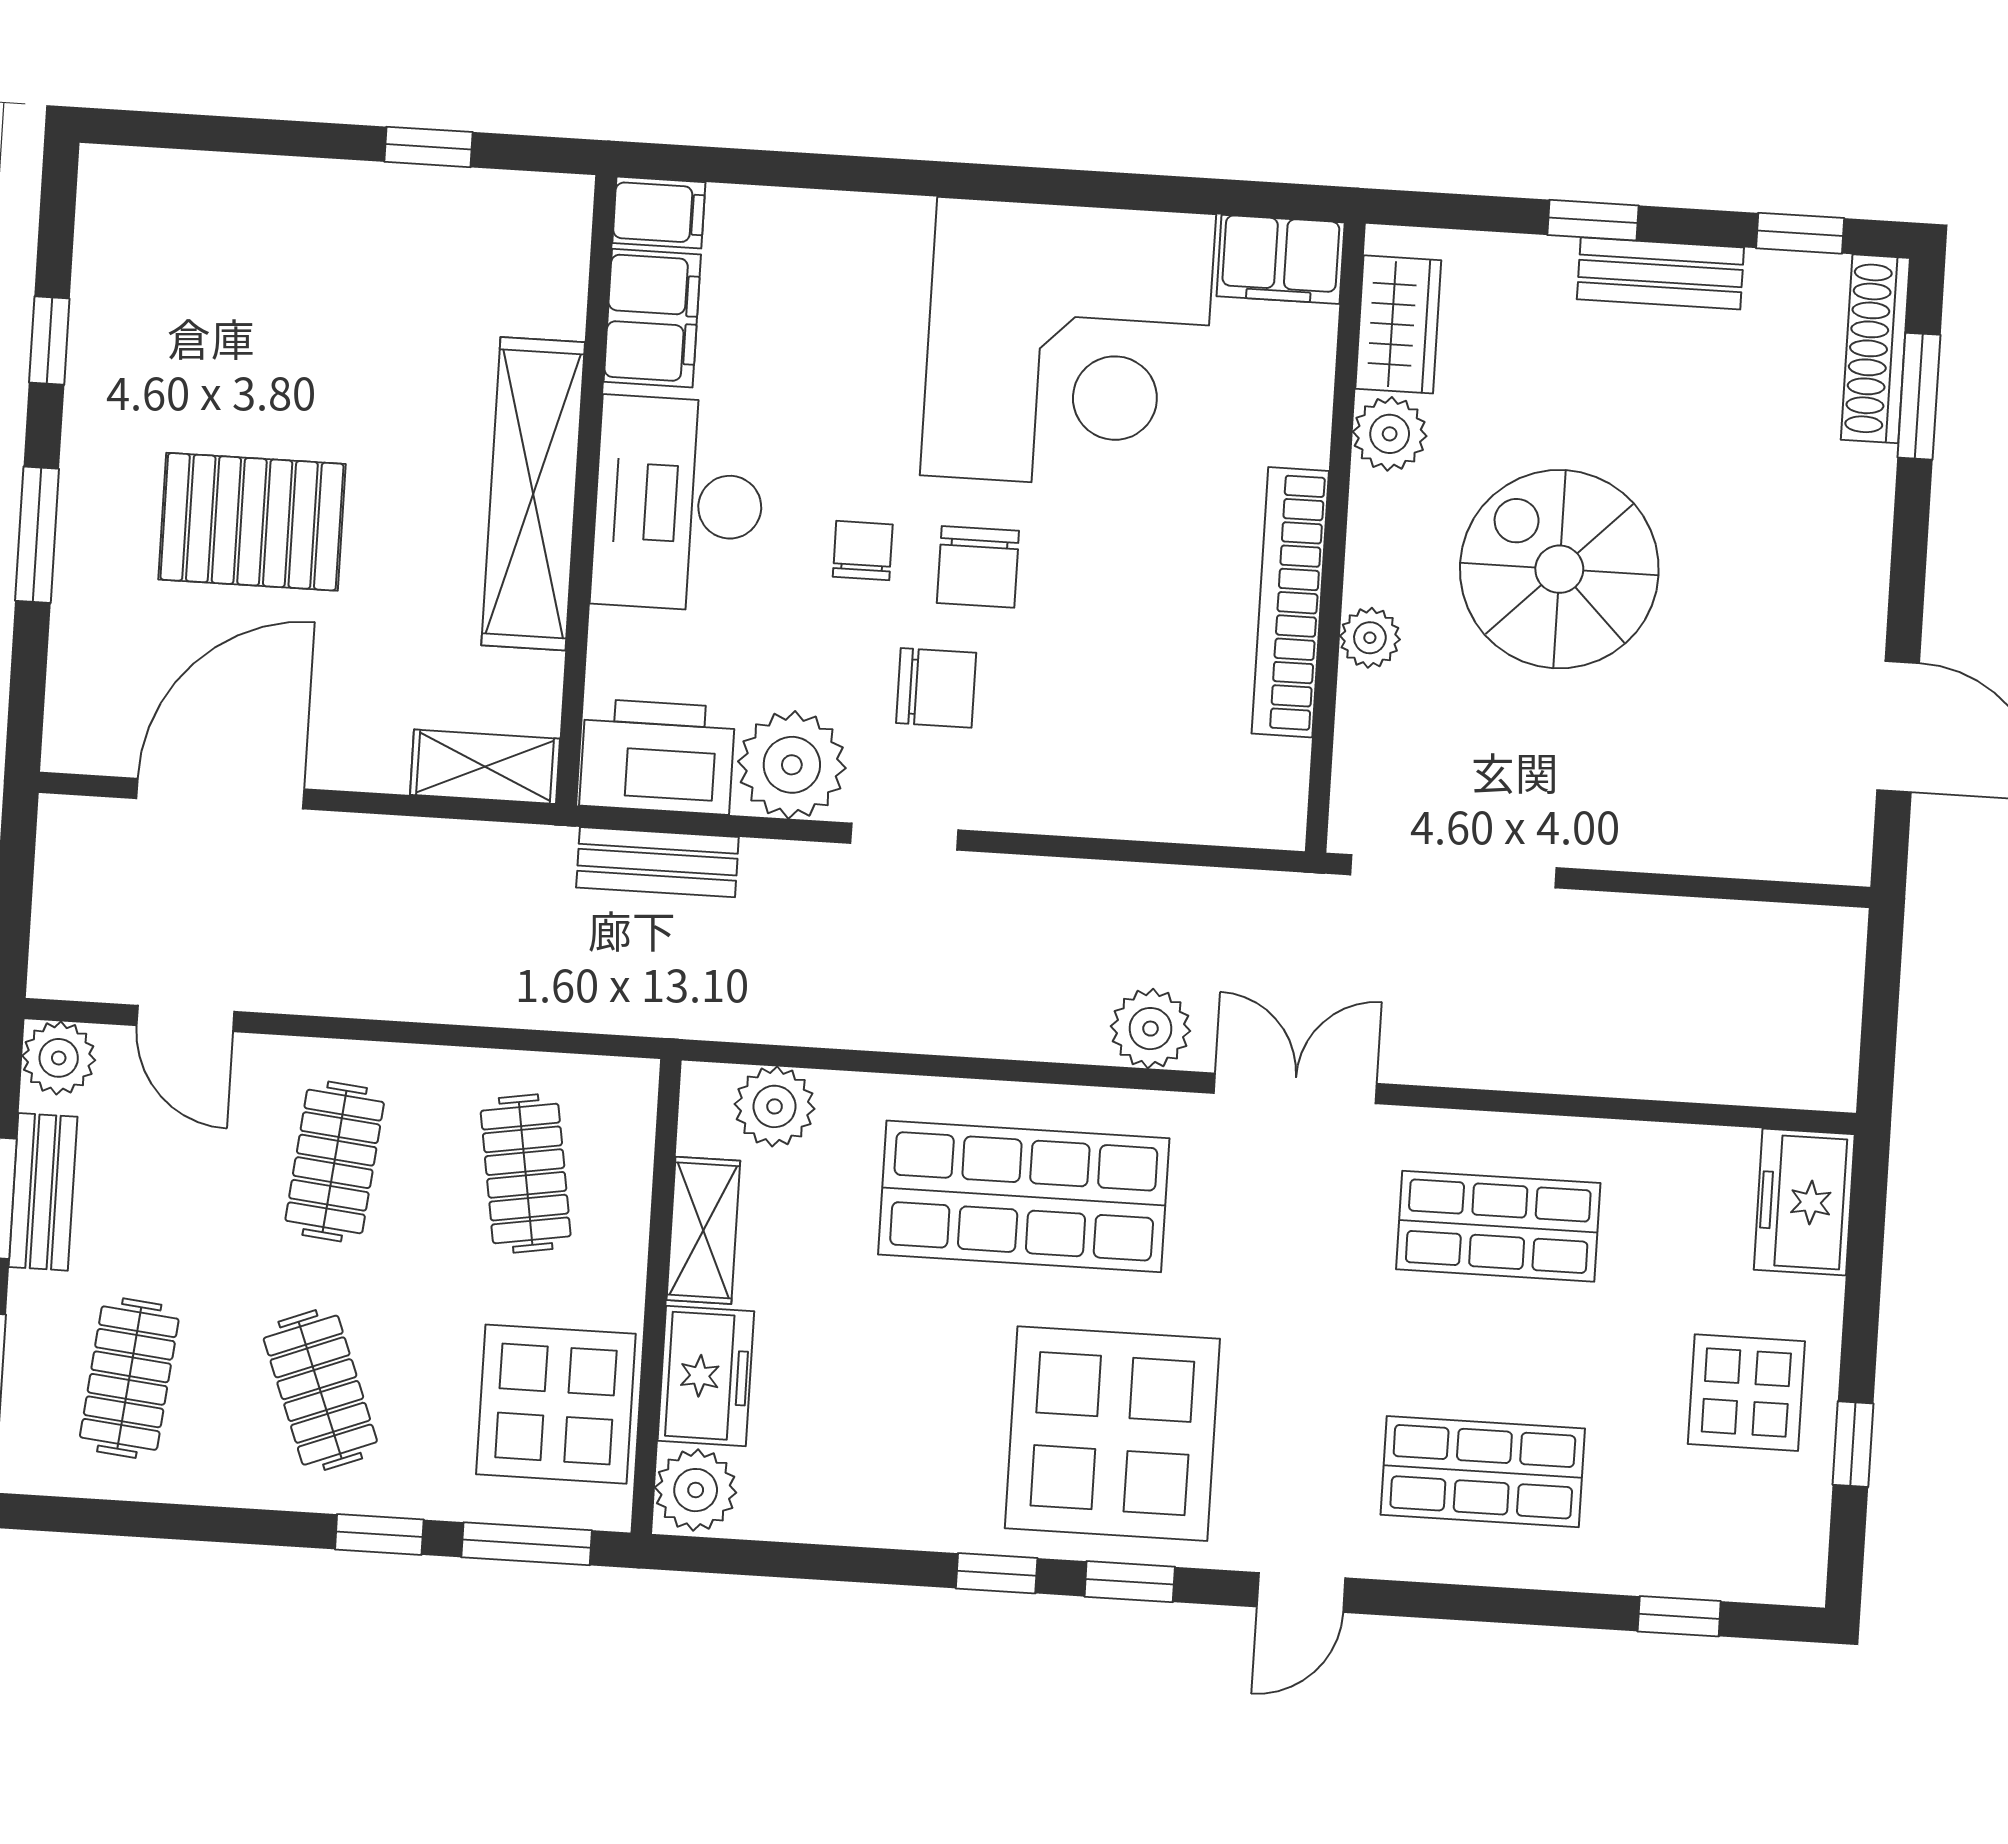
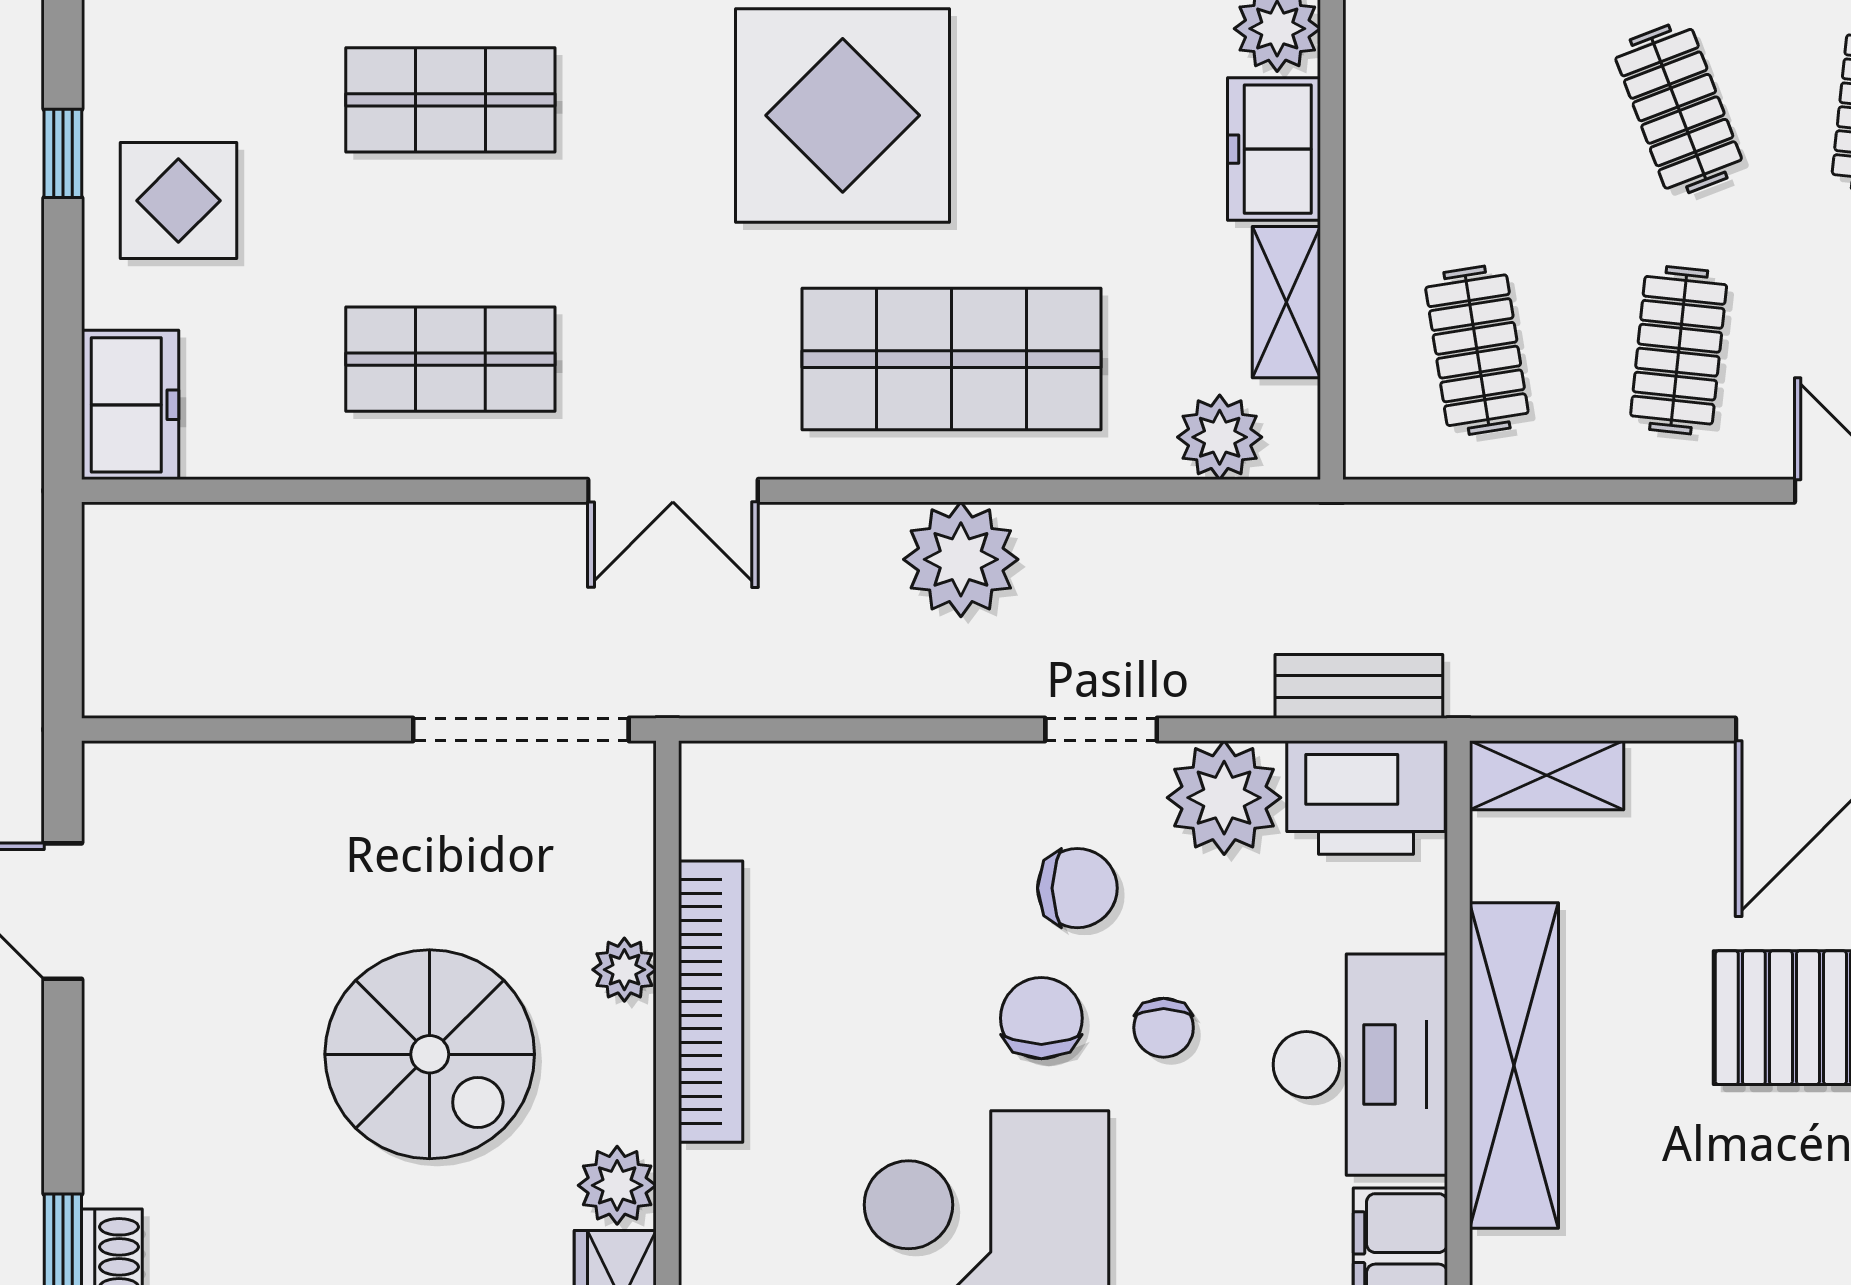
chair: (936, 688) -> (1077, 888), turned 180
plant: (1150, 1029) -> (961, 559), moved, width x1.36, depth x1.36
display table: (556, 1404) -> (1430, 110), removed

